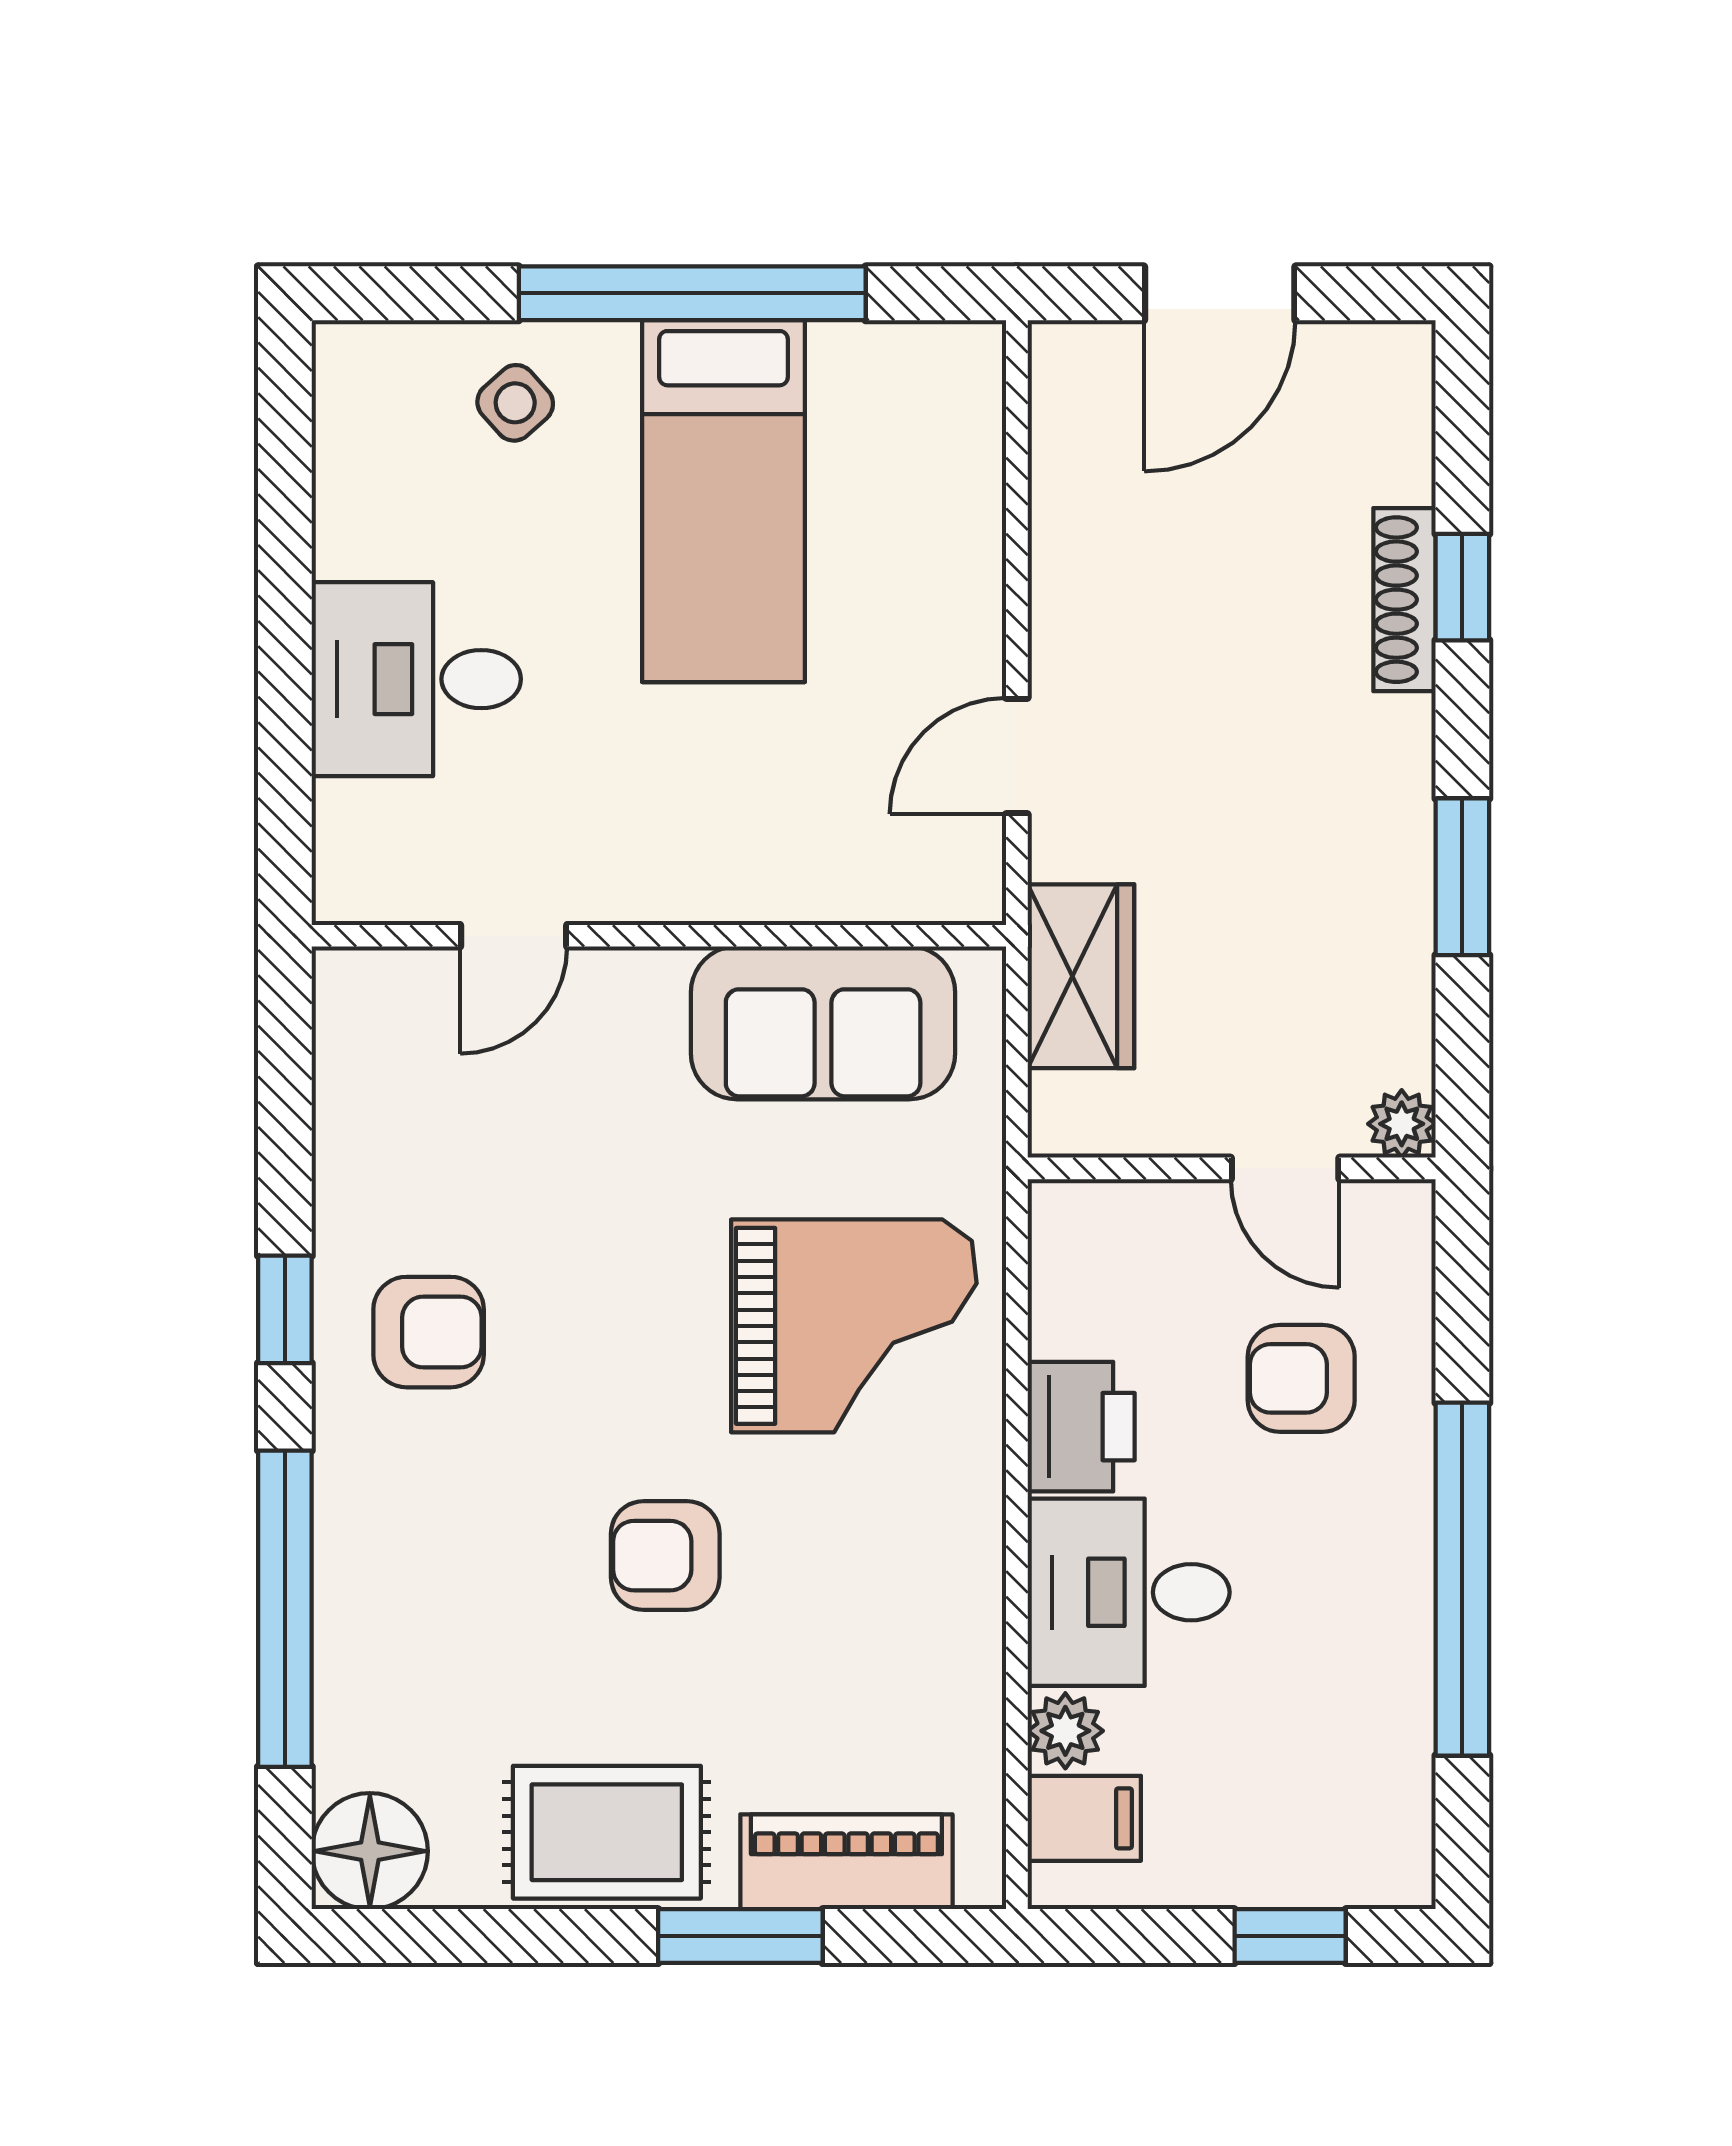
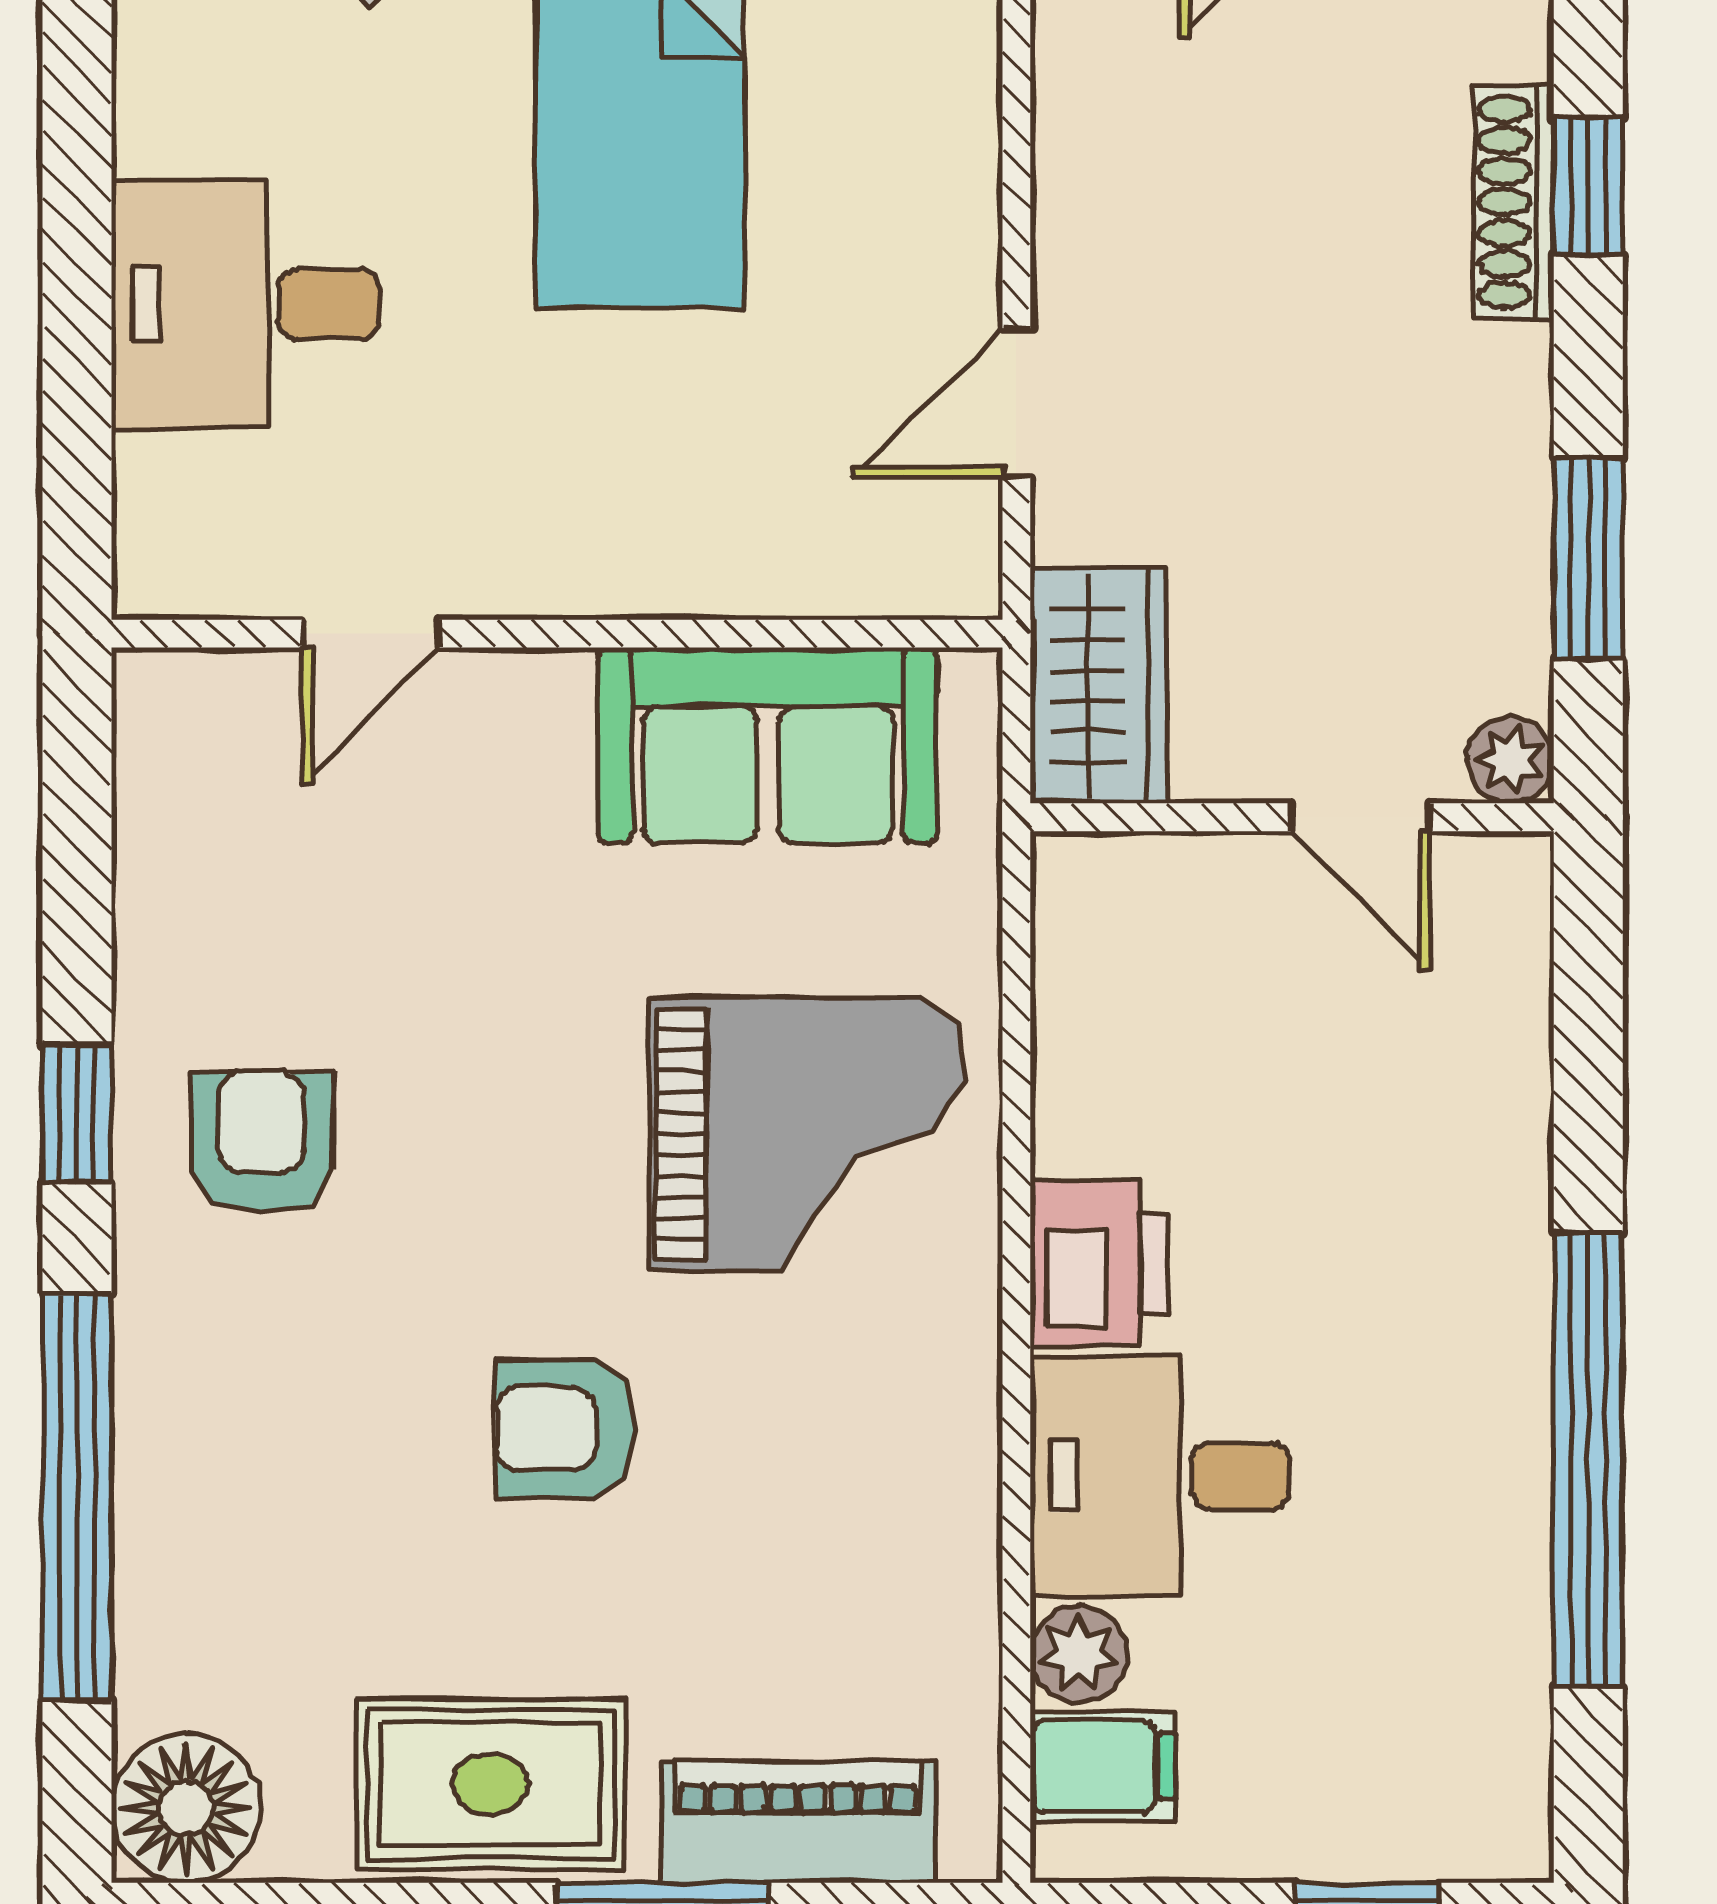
plant: (1402, 1124) -> (1510, 760), moved
wall: (1232, 1168) -> (1292, 817), moved
door: (1285, 1168) -> (1361, 817), moved
armchair: (429, 1332) -> (261, 1142), turned -90
armchair: (1301, 1378) -> (1381, 1202), removed

